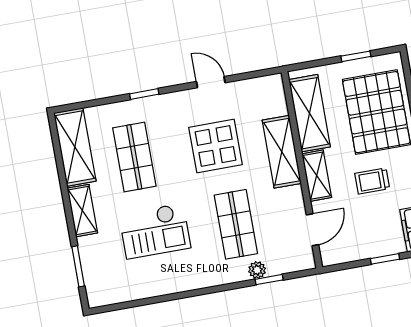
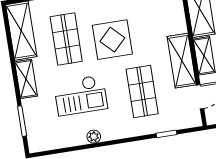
display table: (216, 146) -> (112, 40), moved
shelving: (282, 152) -> (182, 61), moved
plant: (257, 270) -> (94, 137), moved

